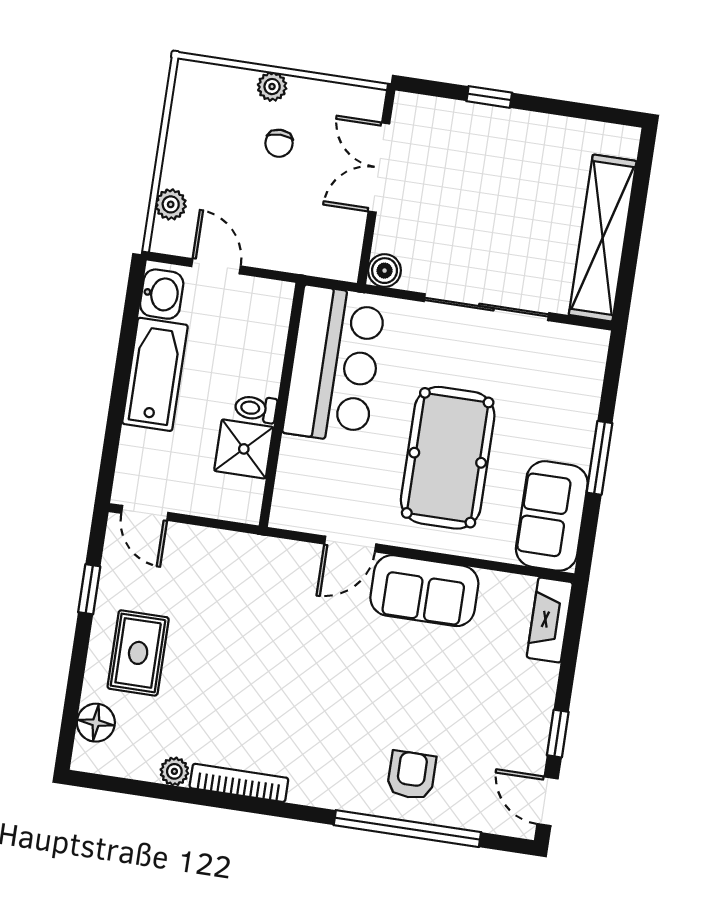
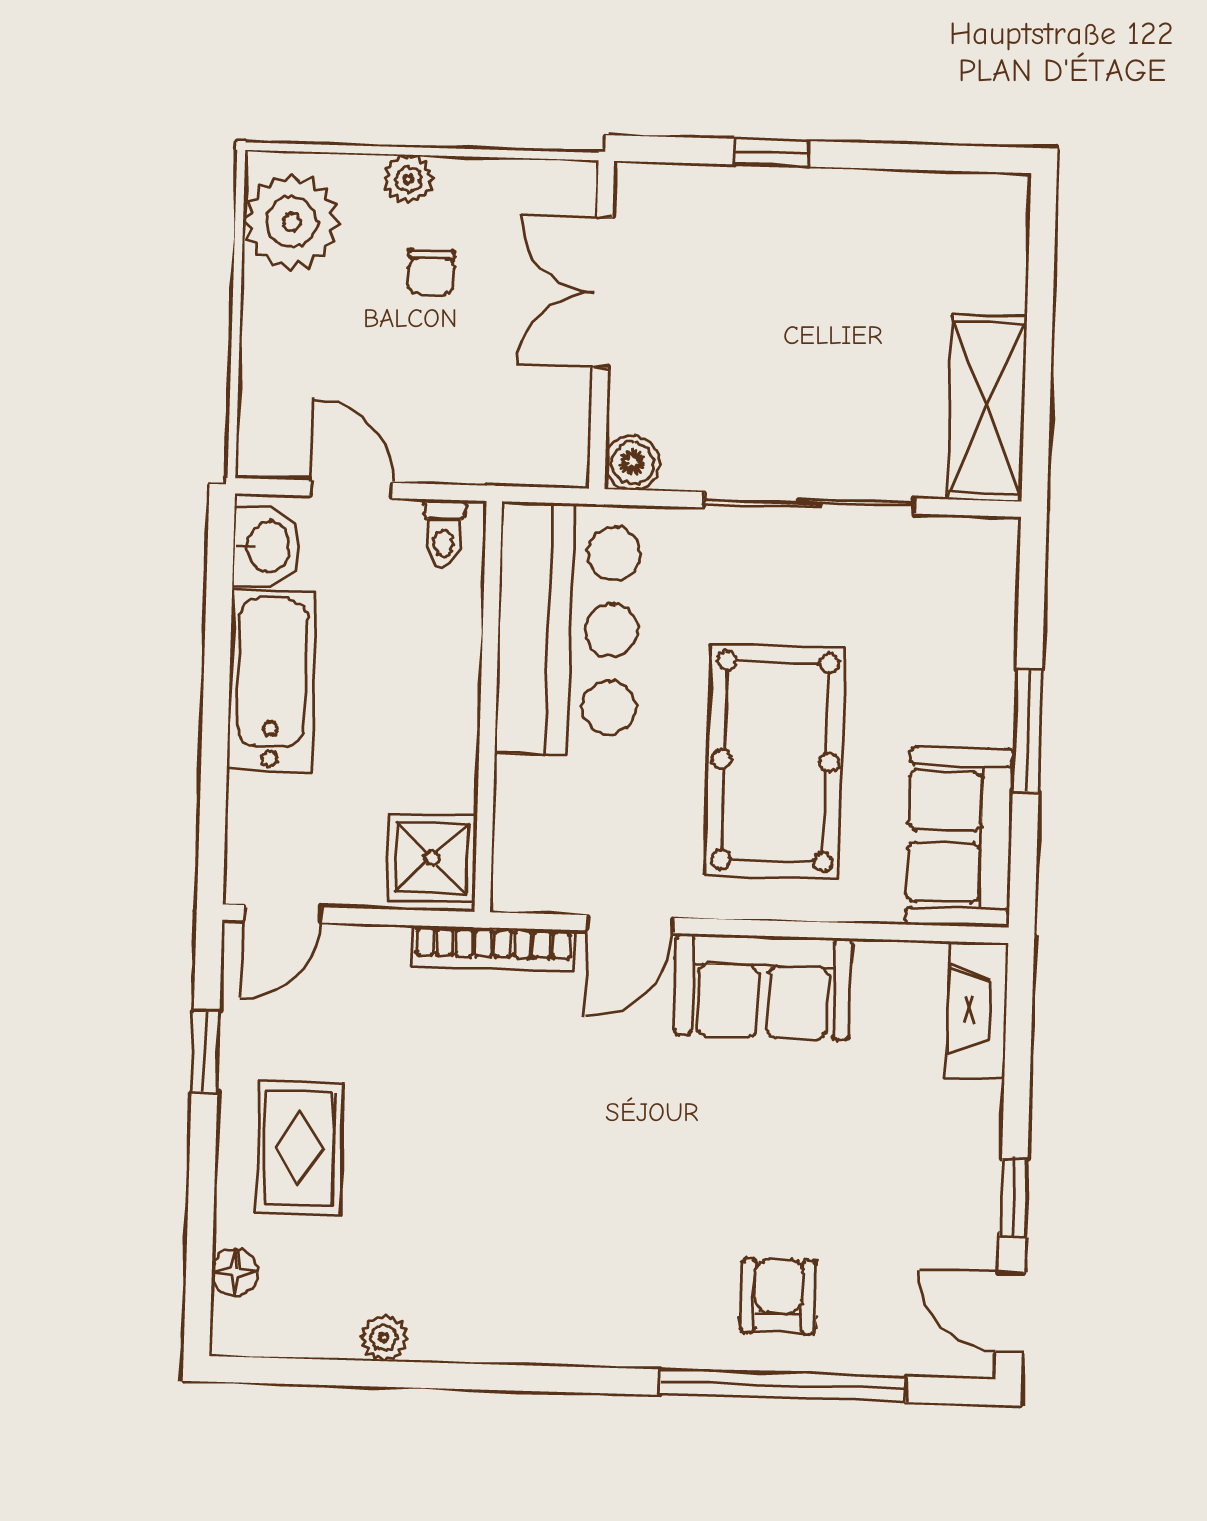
plant: (171, 204) -> (291, 222), moved, width x1.88, depth x1.88
shelving: (603, 238) -> (987, 408), width x0.68
toilet: (256, 409) -> (444, 534), moved, turned -90
shower: (244, 449) -> (432, 858), moved
door: (145, 513) -> (282, 914), hinge flipped
floor lamp: (96, 723) -> (235, 1272), width x0.73, depth x0.73
bookcase: (239, 783) -> (493, 948), moved, turned 180

